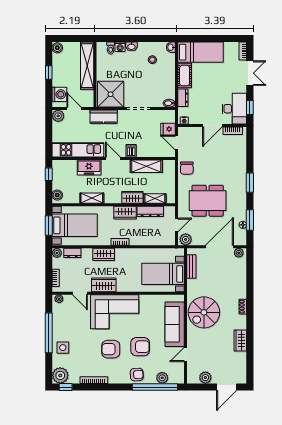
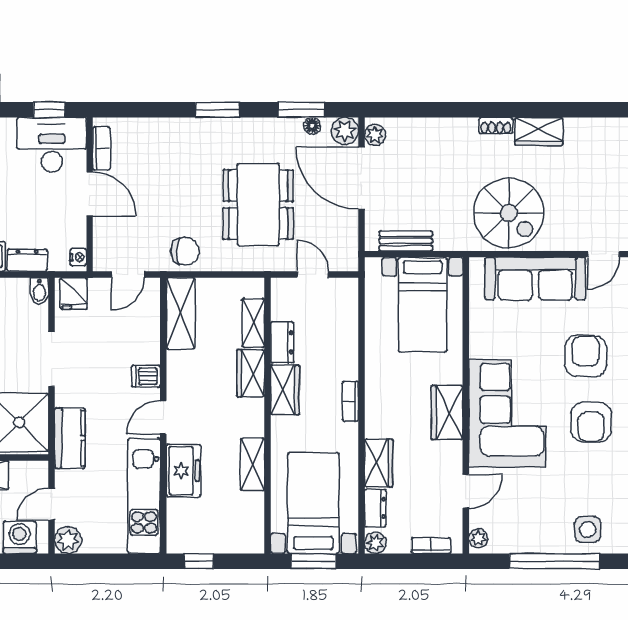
fridge: (168, 129) -> (74, 293), moved
shelving: (146, 166) -> (181, 313), moved
boiler: (57, 195) -> (245, 542), removed
dresser: (150, 211) -> (282, 342), width x0.70
plant: (186, 239) -> (345, 131), moved
wardrobe: (104, 254) -> (379, 463), moved
wardrobe: (104, 285) -> (447, 412), moved
wardrobe: (240, 341) -> (539, 131), moved
door: (186, 355) -> (603, 254), hinge flipped

